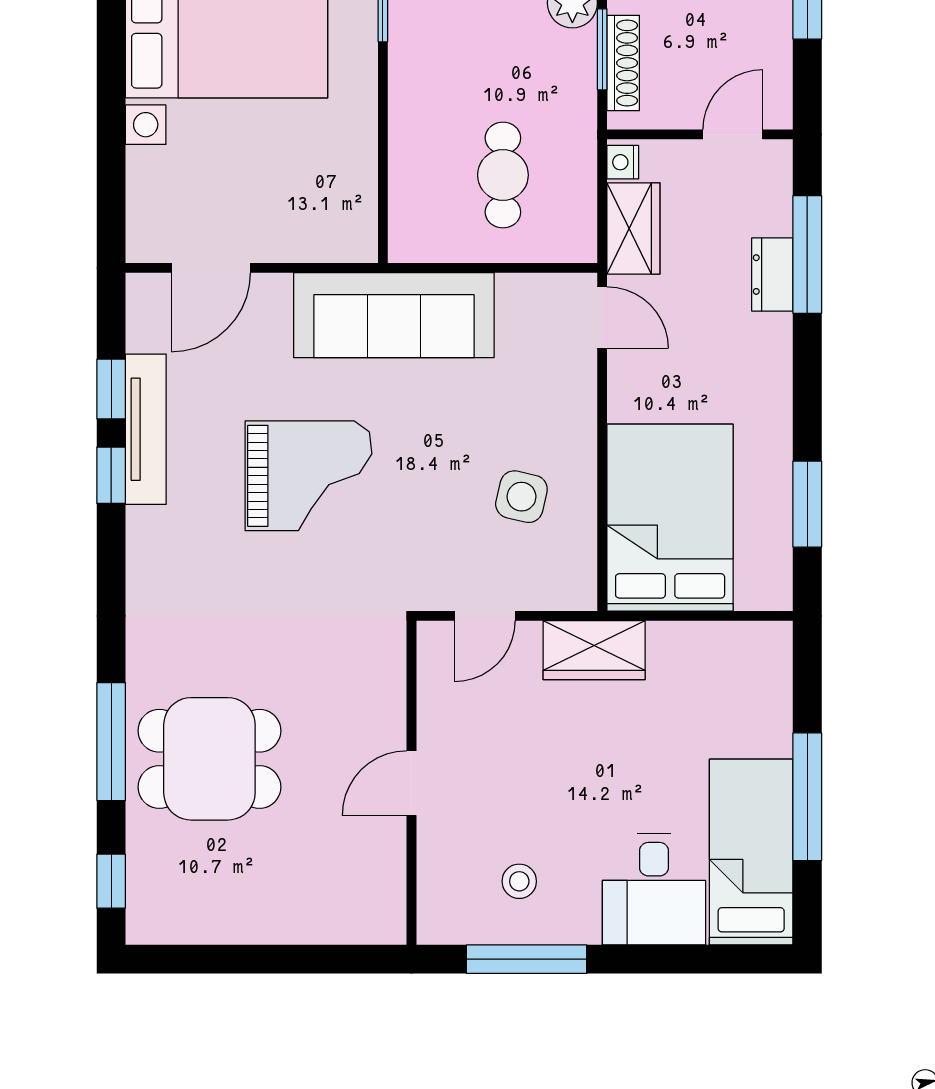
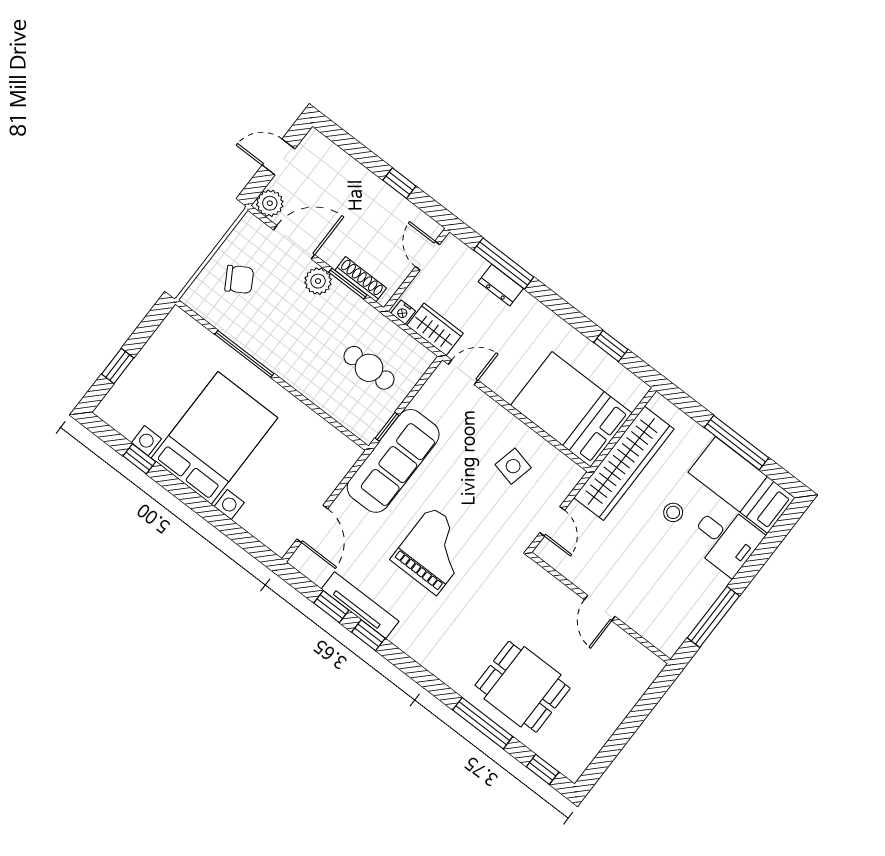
window: (437, 268) -> (387, 427), added
window: (807, 504) -> (611, 346), width x0.67
wardrobe: (594, 650) -> (624, 463), width x2.10, depth x1.17
dining table: (209, 759) -> (523, 687), turned 90
stool: (519, 881) -> (673, 512), moved

